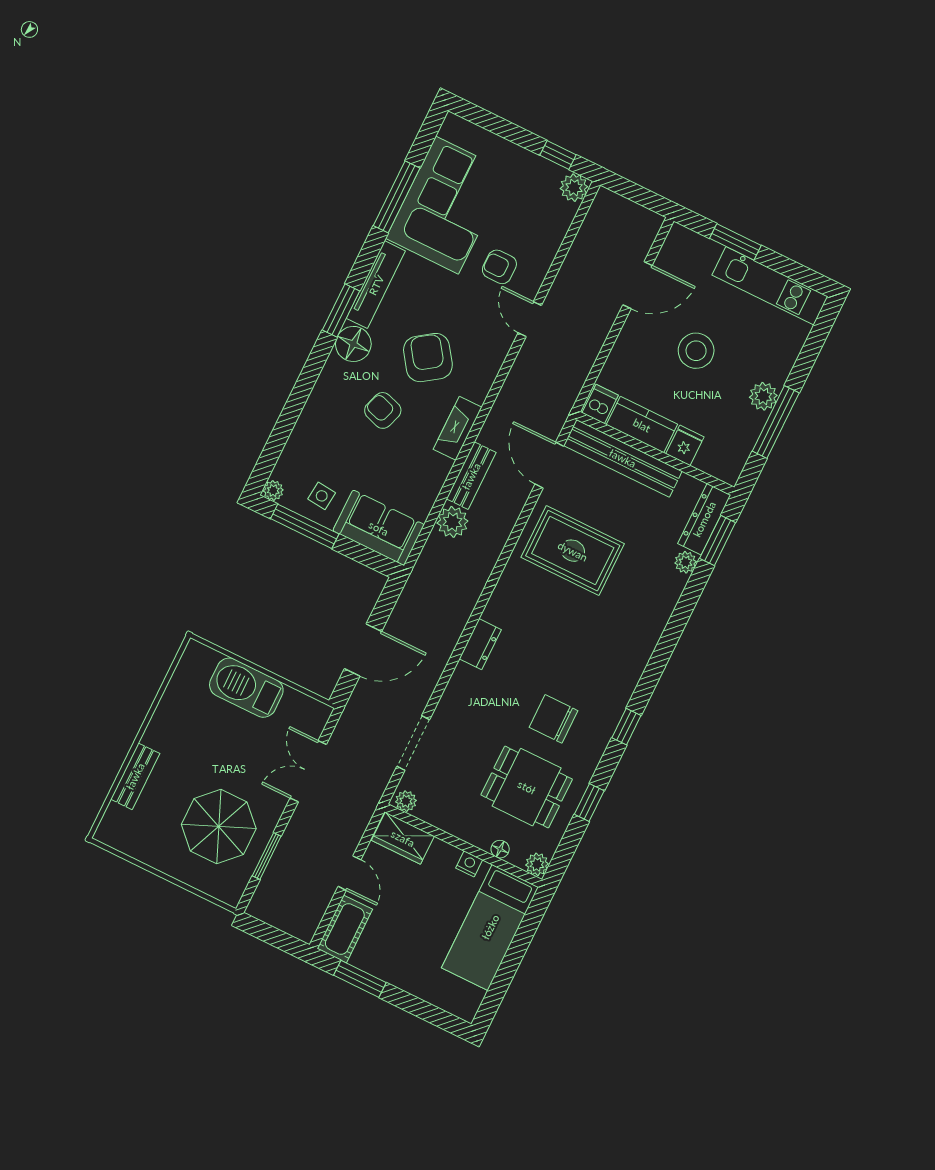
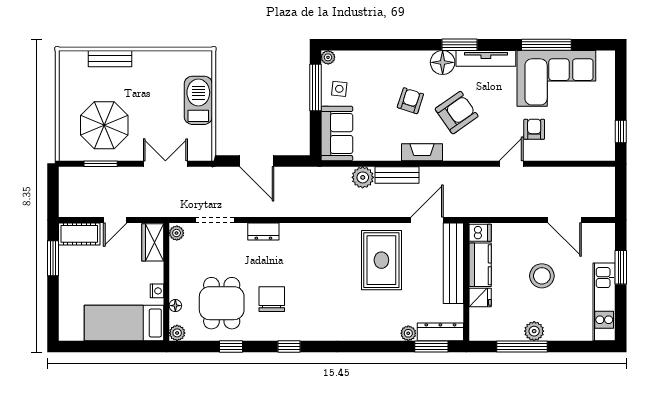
plant: (574, 188) -> (606, 151), removed
dresser: (480, 644) -> (263, 231), moved

